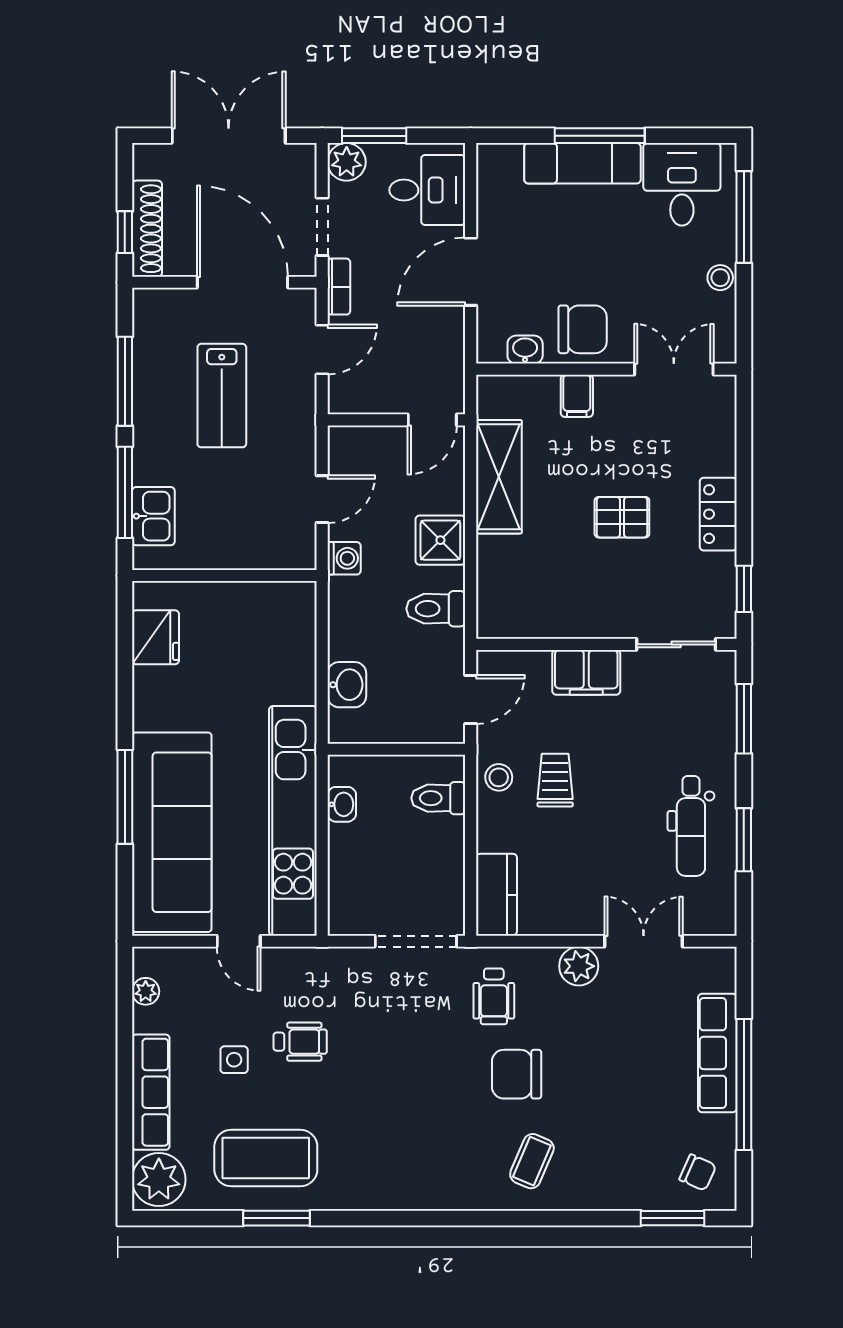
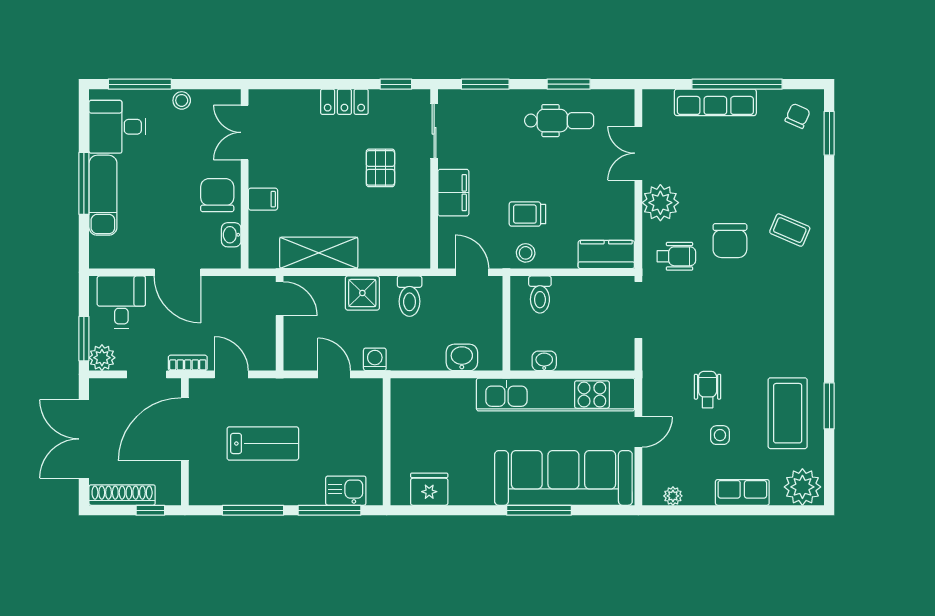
shoe rack: (147, 229) -> (122, 495), moved
pallet: (622, 517) -> (380, 168), moved
plant: (579, 966) -> (660, 203), width x1.36, depth x1.36
row of seats: (151, 1092) -> (742, 492), width x0.68

